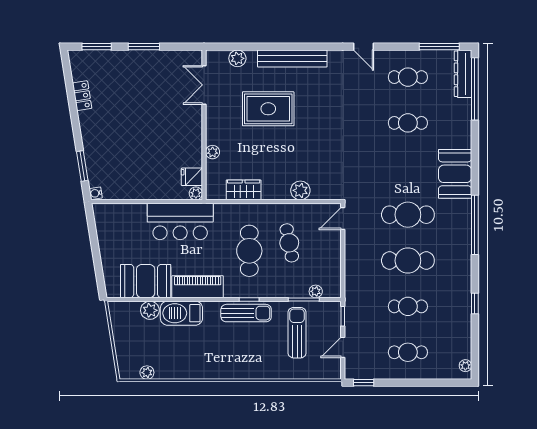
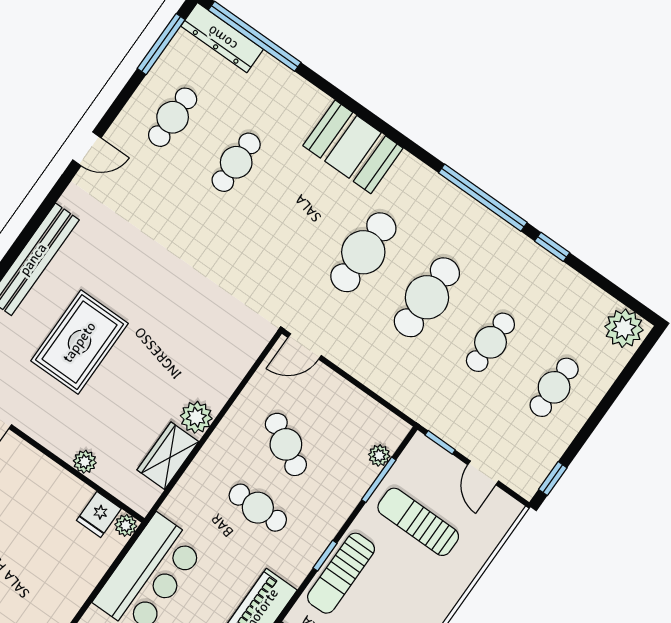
plant: (300, 190) -> (196, 417), moved
door: (343, 219) -> (305, 347), hinge flipped
window: (475, 225) -> (483, 198), moved
cafe table: (289, 243) -> (286, 444), turned 41
cafe table: (249, 251) -> (258, 508), width x0.73, depth x0.74
sun lounger: (246, 313) -> (341, 573), turned 180
plant: (465, 366) -> (624, 328), width x1.88, depth x1.88

